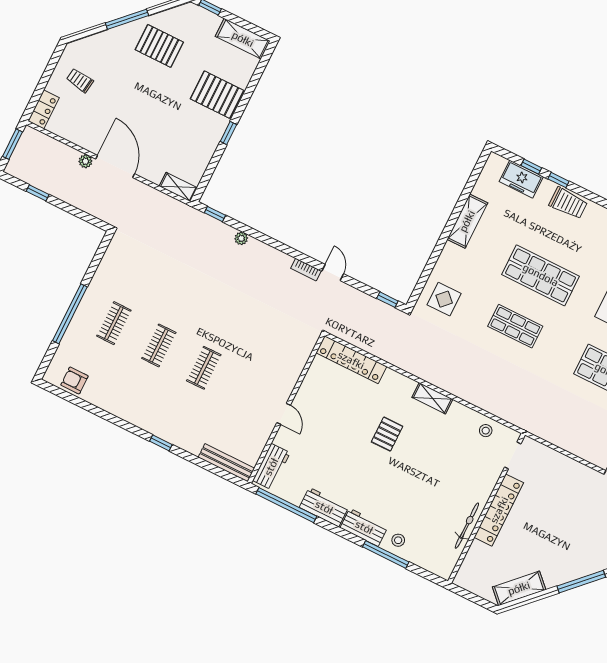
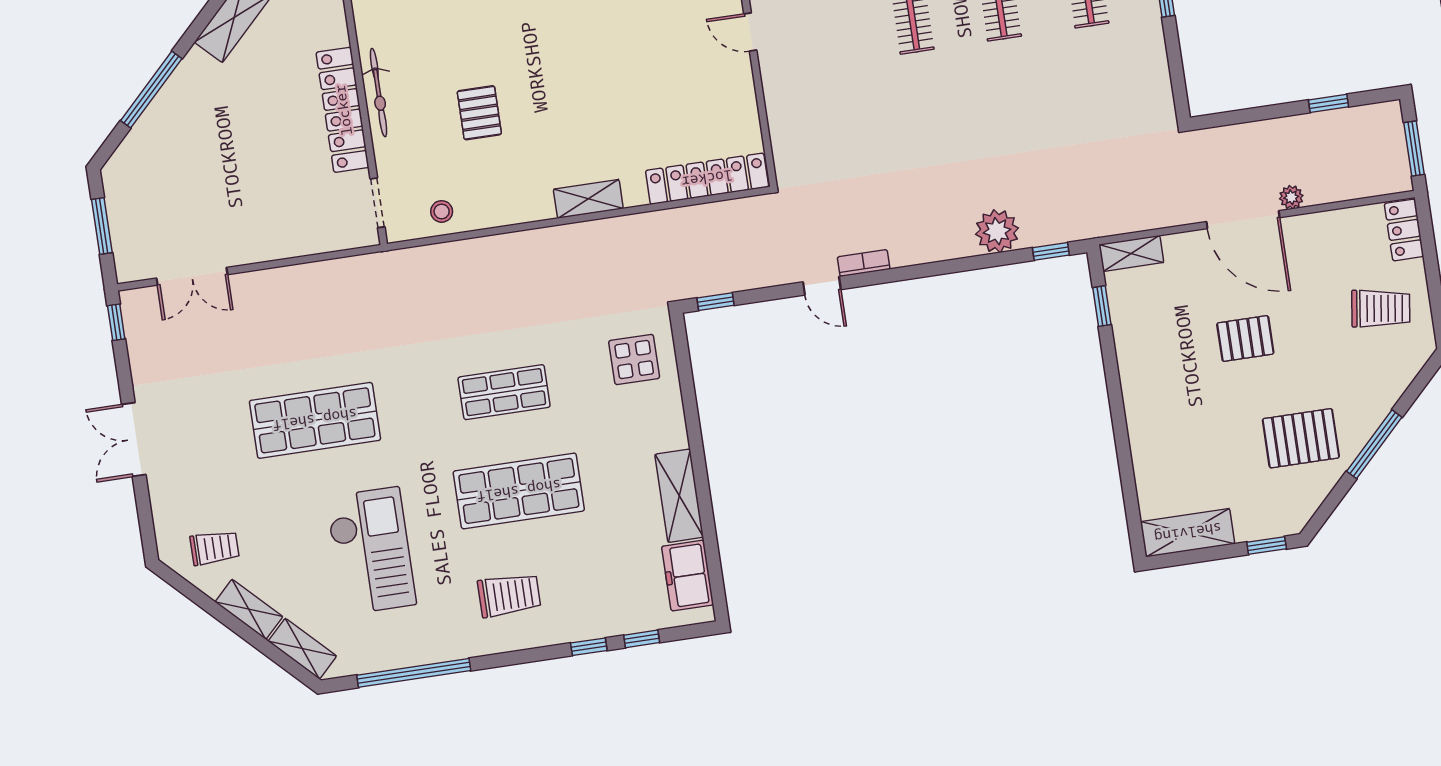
trolley: (80, 80) -> (1381, 308), width x1.36, depth x1.39
pallet: (217, 95) -> (1245, 338), moved, width x0.67, depth x0.71
window: (228, 133) -> (1102, 306), moved
freezer: (521, 179) -> (688, 576), moved, turned -90
trolley: (568, 203) -> (509, 595), moved, turned 180
plant: (241, 238) -> (997, 231), width x1.87, depth x1.87
shelving: (432, 398) -> (588, 199), moved
pallet: (387, 434) -> (479, 113), moved
bicycle: (467, 526) -> (379, 93), moved

